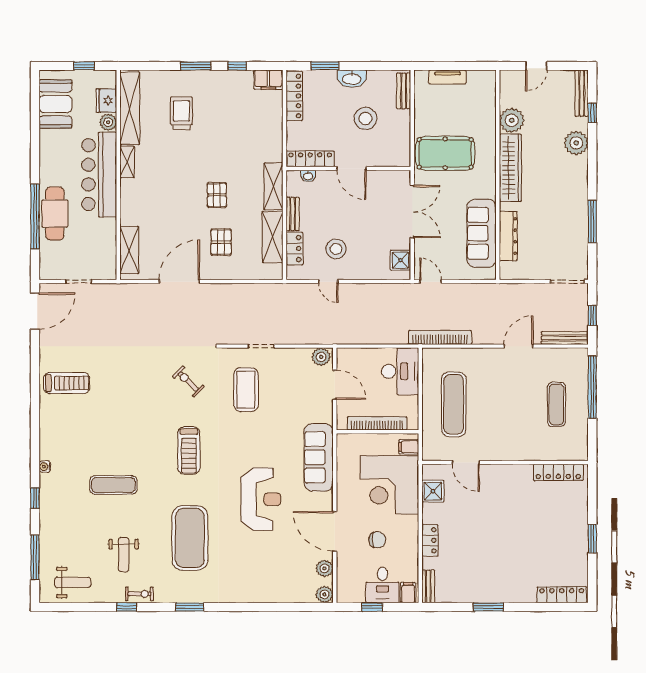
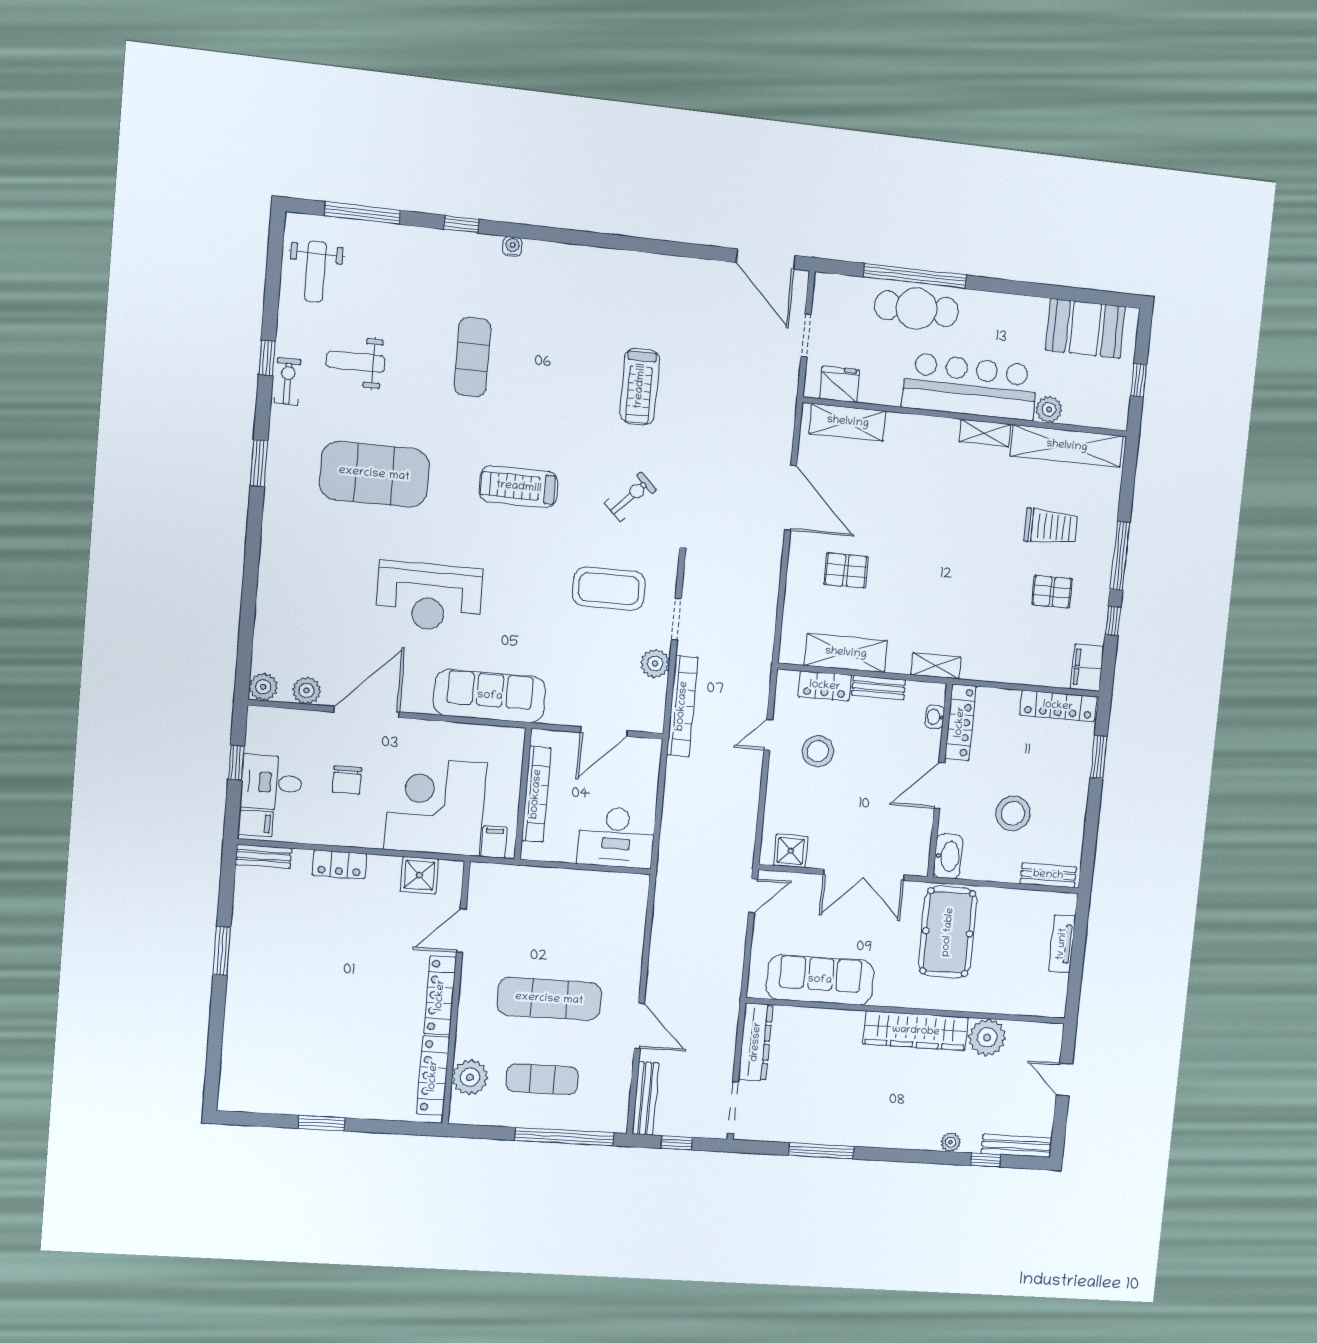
window: (196, 66) -> (1120, 556), width x1.44
washbasin: (352, 79) -> (948, 856), moved, turned 180
fridge: (106, 101) -> (839, 384), moved
plant: (576, 143) -> (951, 1142), width x0.53, depth x0.53
shelving: (273, 186) -> (936, 666), width x0.67, depth x0.75
pallet: (217, 195) -> (1052, 592), moved
dresser: (508, 236) -> (756, 1042), moved, turned -90
bookcase: (440, 337) -> (682, 706), moved
plant: (321, 357) -> (655, 663), moved
treadmill: (67, 383) -> (640, 386), moved
exercise mat: (454, 404) -> (549, 999), moved
plant: (558, 449) -> (470, 1077), added
exercise bike: (139, 594) -> (288, 381), turned 180
locker: (562, 595) -> (440, 995), moved, turned 180

